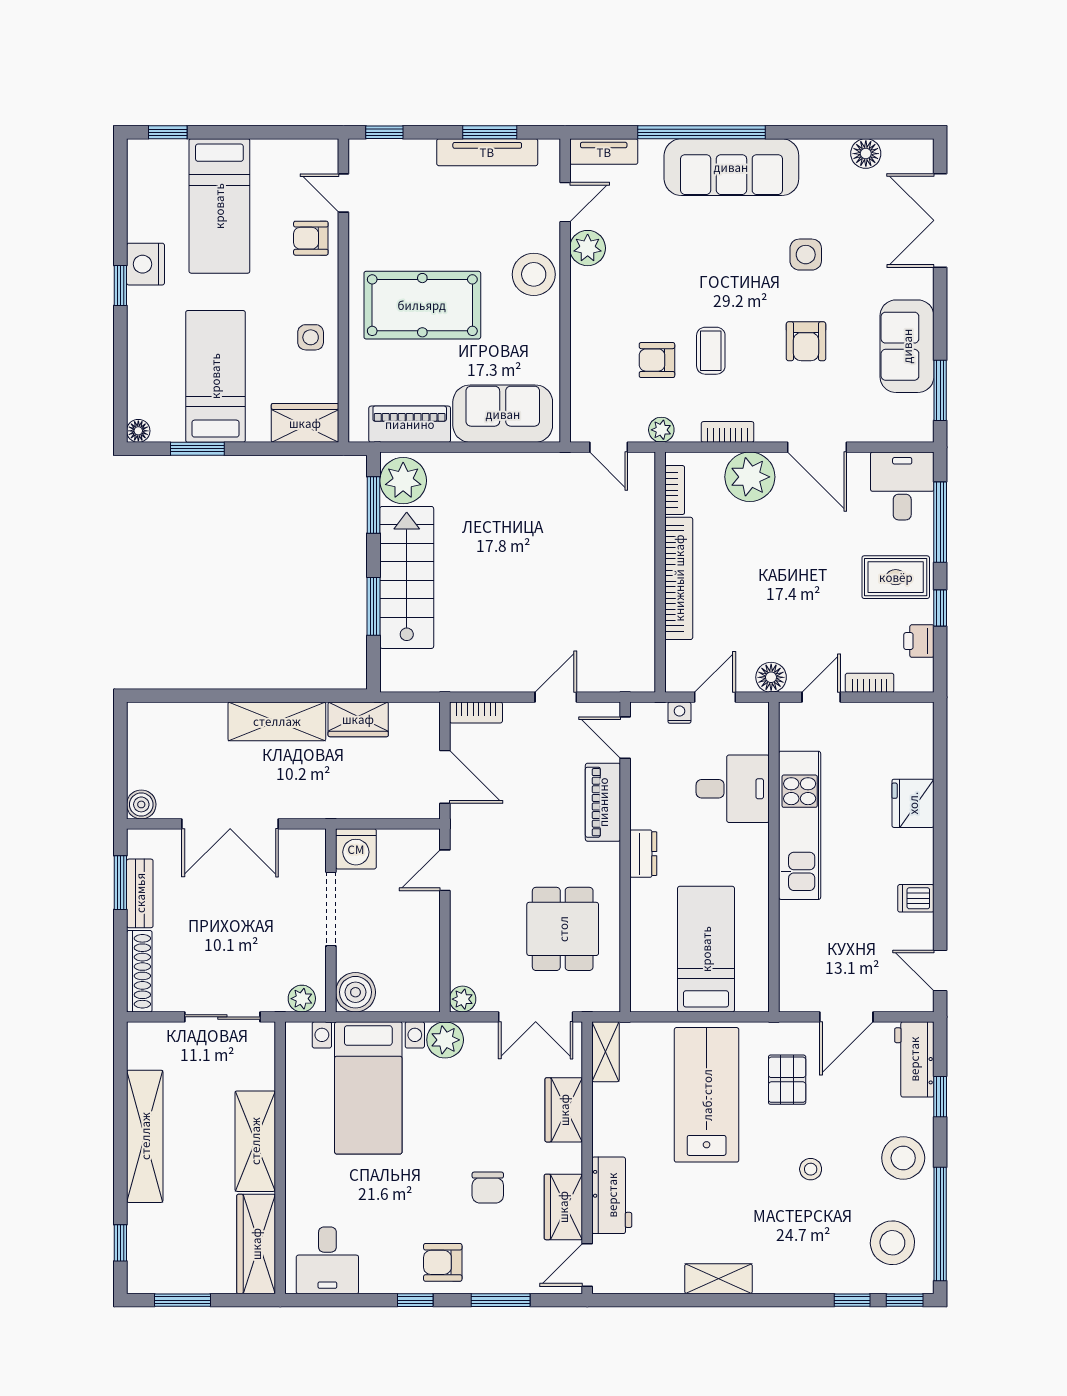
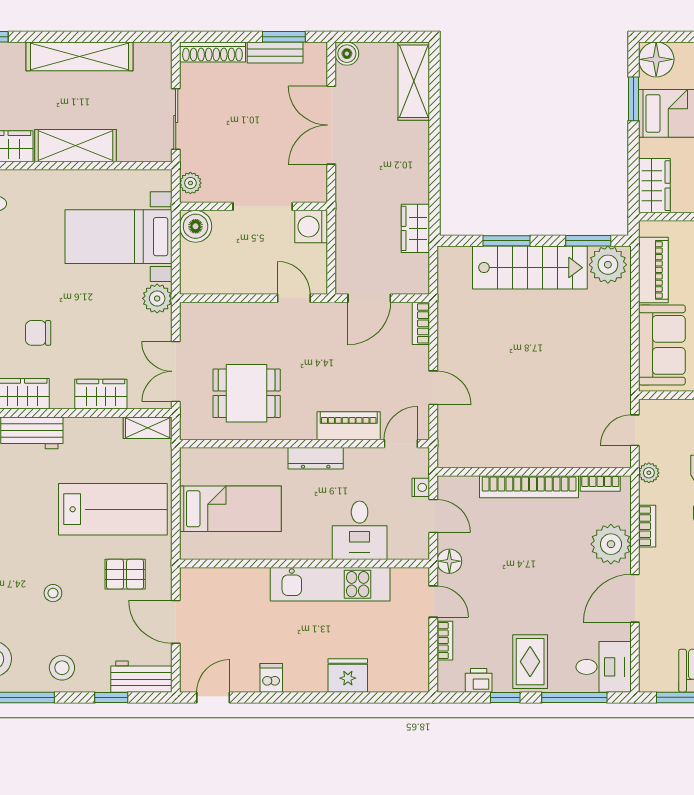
floor lamp: (138, 431) -> (656, 59), width x1.89, depth x1.89
shelving: (277, 721) -> (414, 81), moved
dresser: (643, 854) -> (316, 458), width x1.44
plant: (463, 999) -> (190, 313), removed
stool: (903, 1158) -> (62, 668), width x0.73, depth x0.73

